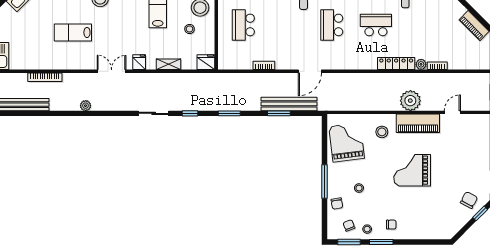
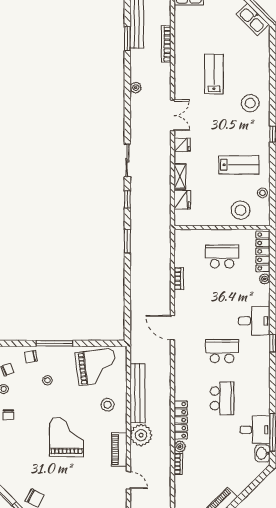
stool: (190, 29) -> (218, 199), removed
fridge: (206, 62) -> (182, 200), moved
bench: (289, 104) -> (137, 393), moved
window: (279, 113) -> (127, 39), moved
piano: (418, 123) -> (119, 449), width x0.73, depth x0.75

